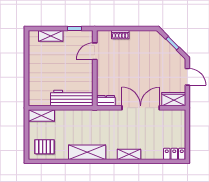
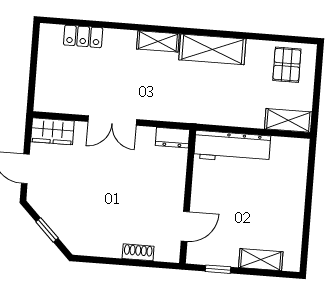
double door: (141, 108) -> (112, 120), width x0.73
pallet: (45, 147) -> (287, 65), turned 90
shelving: (129, 154) -> (158, 41), moved
locker: (174, 154) -> (83, 36), moved

